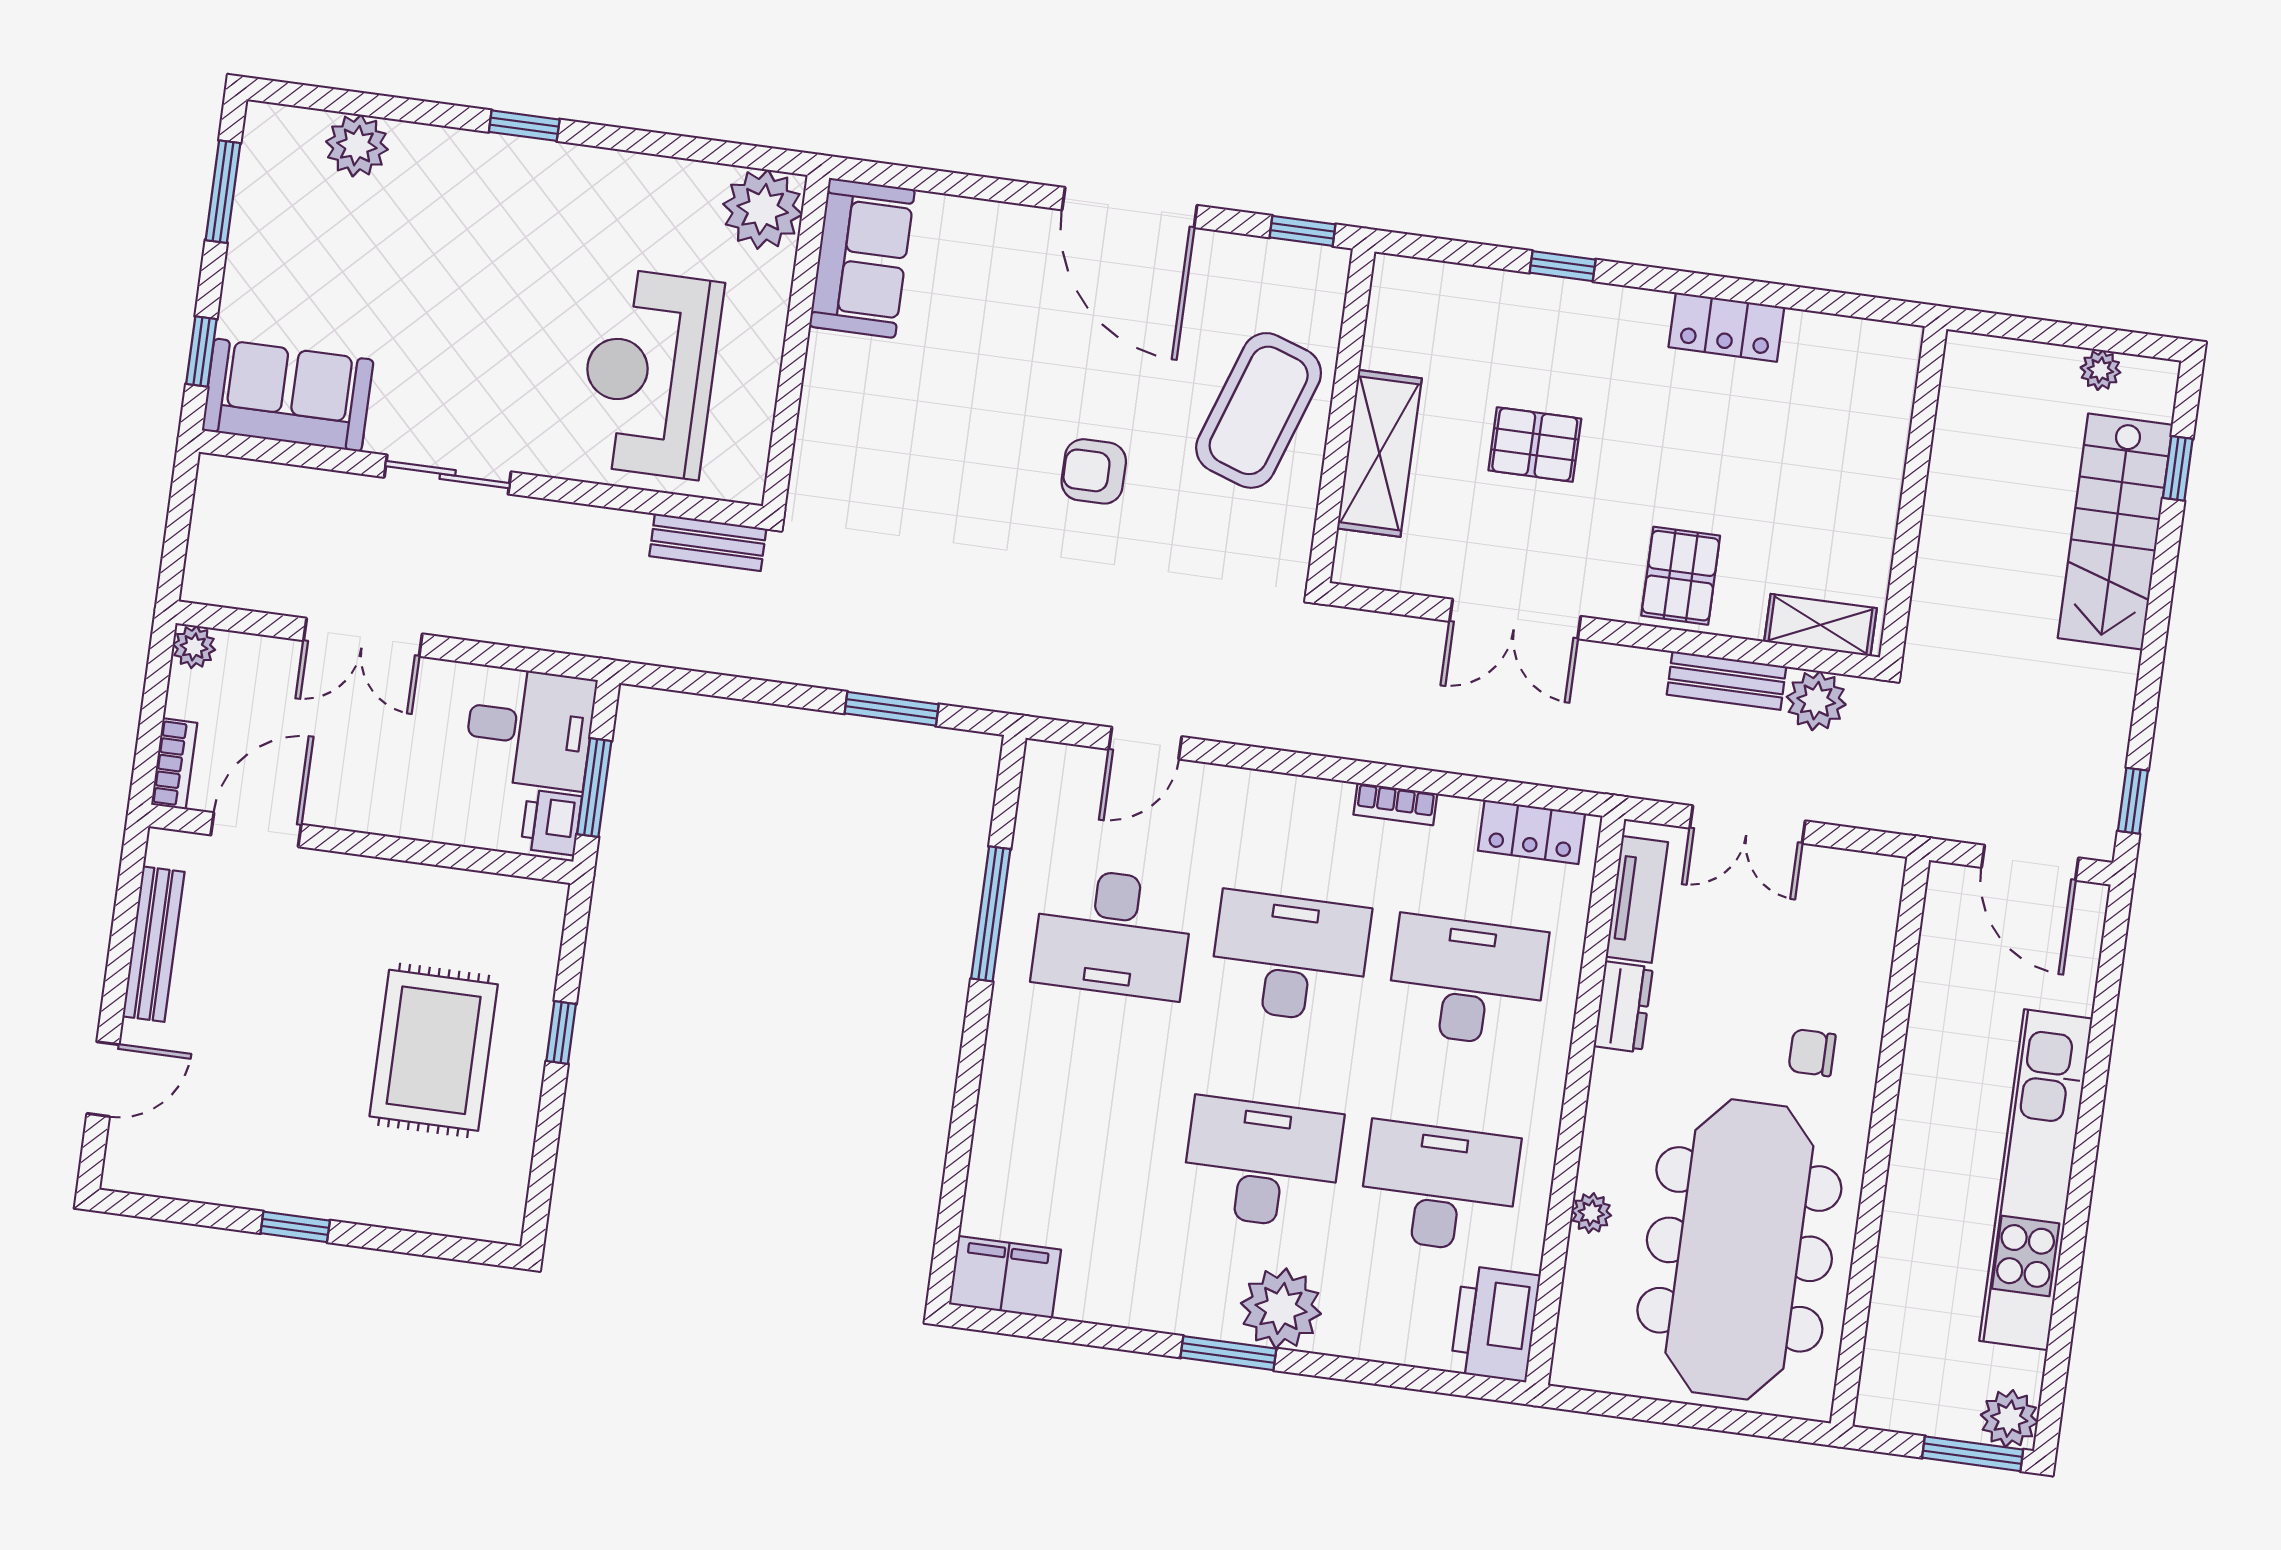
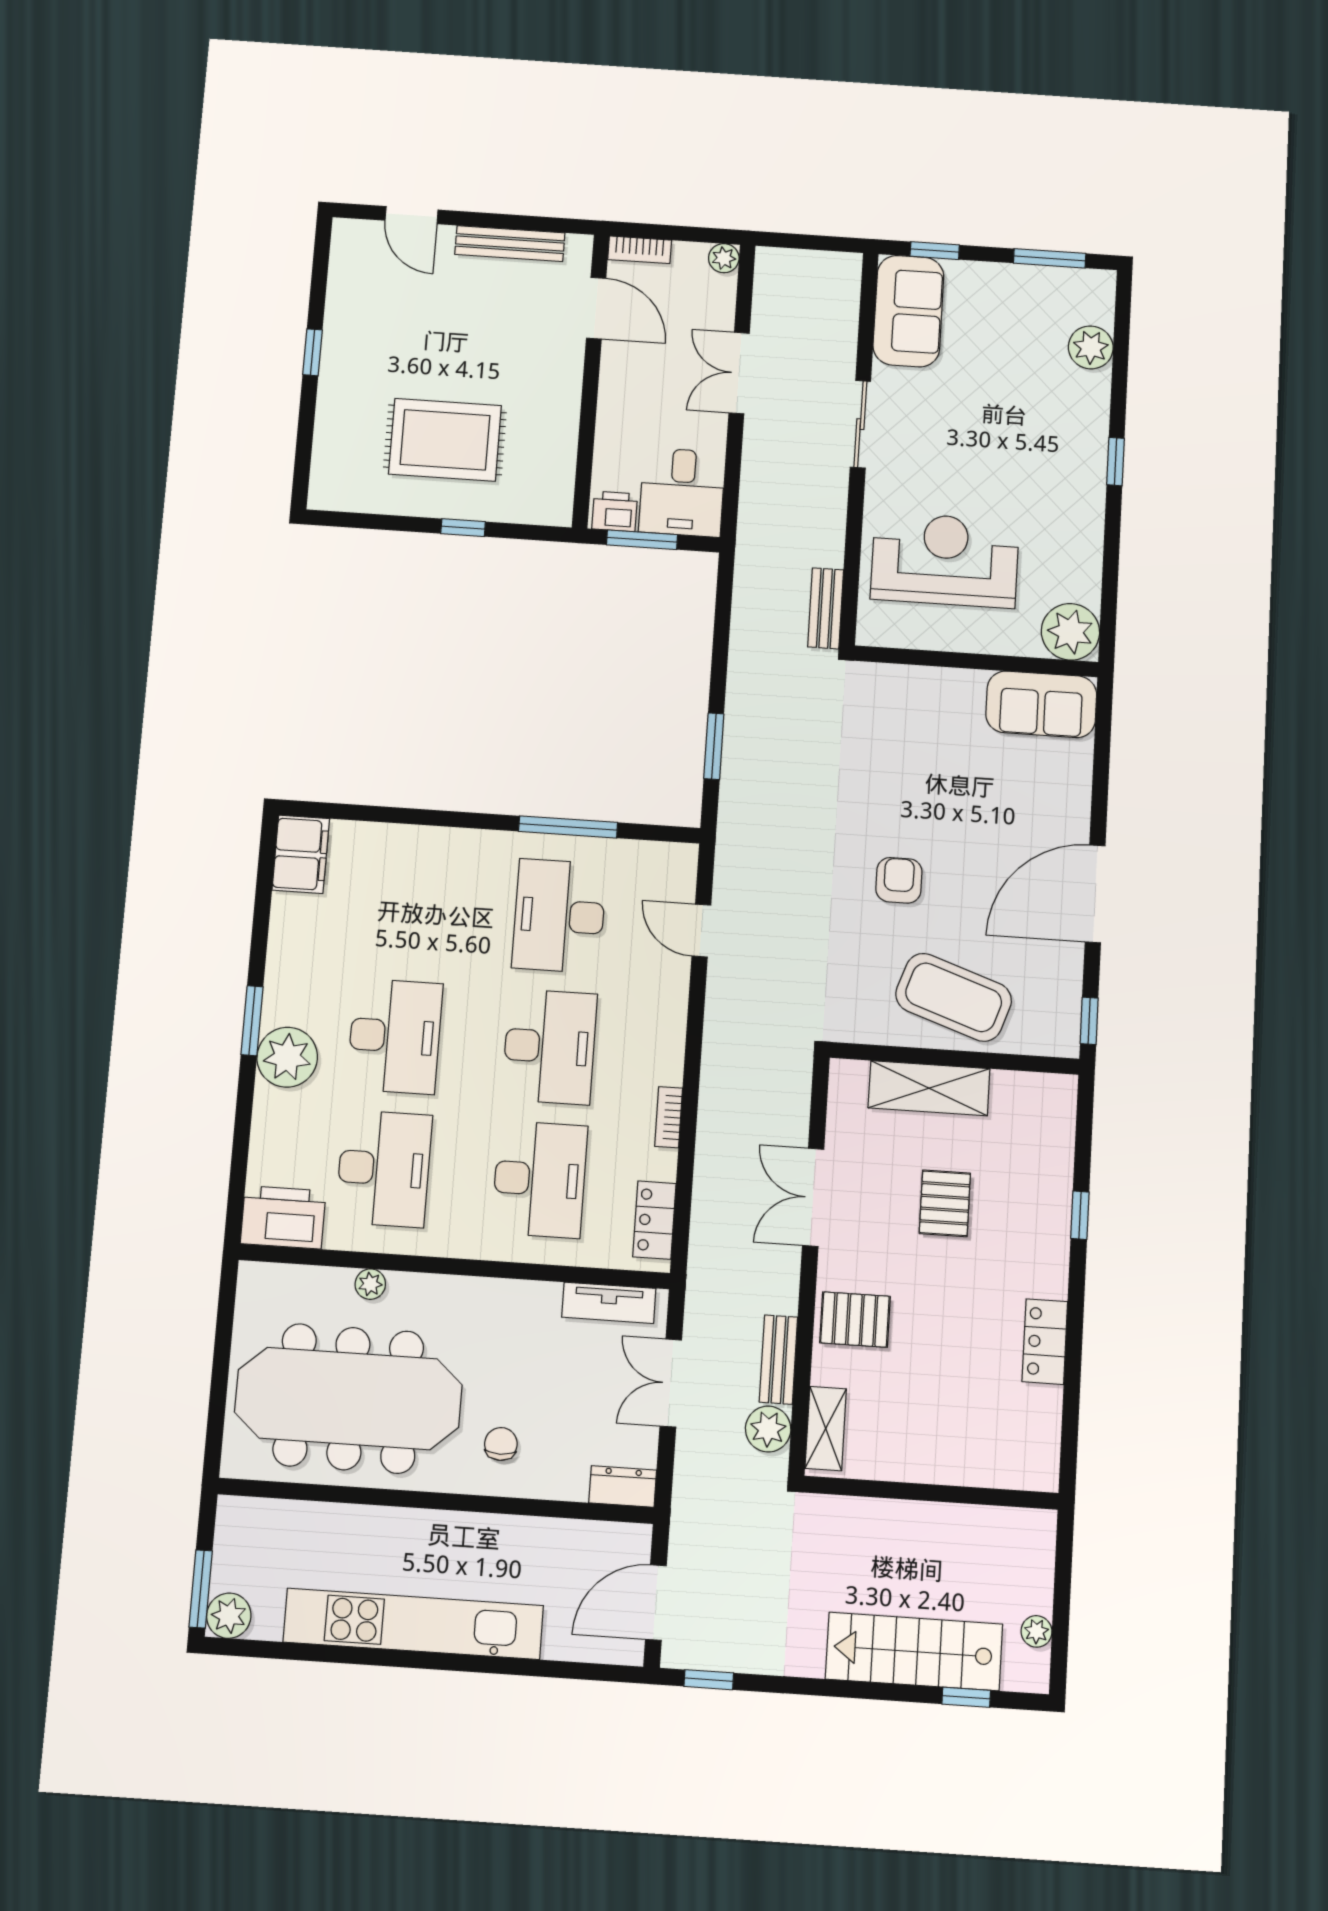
dresser: (1623, 1007) -> (623, 1486), moved, turned 180

